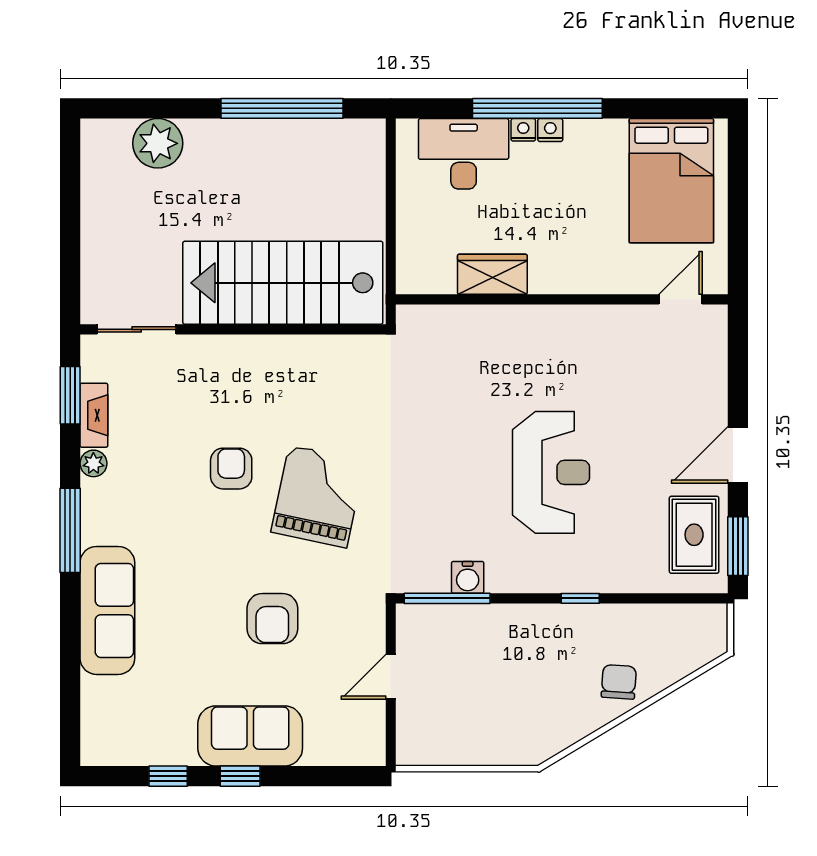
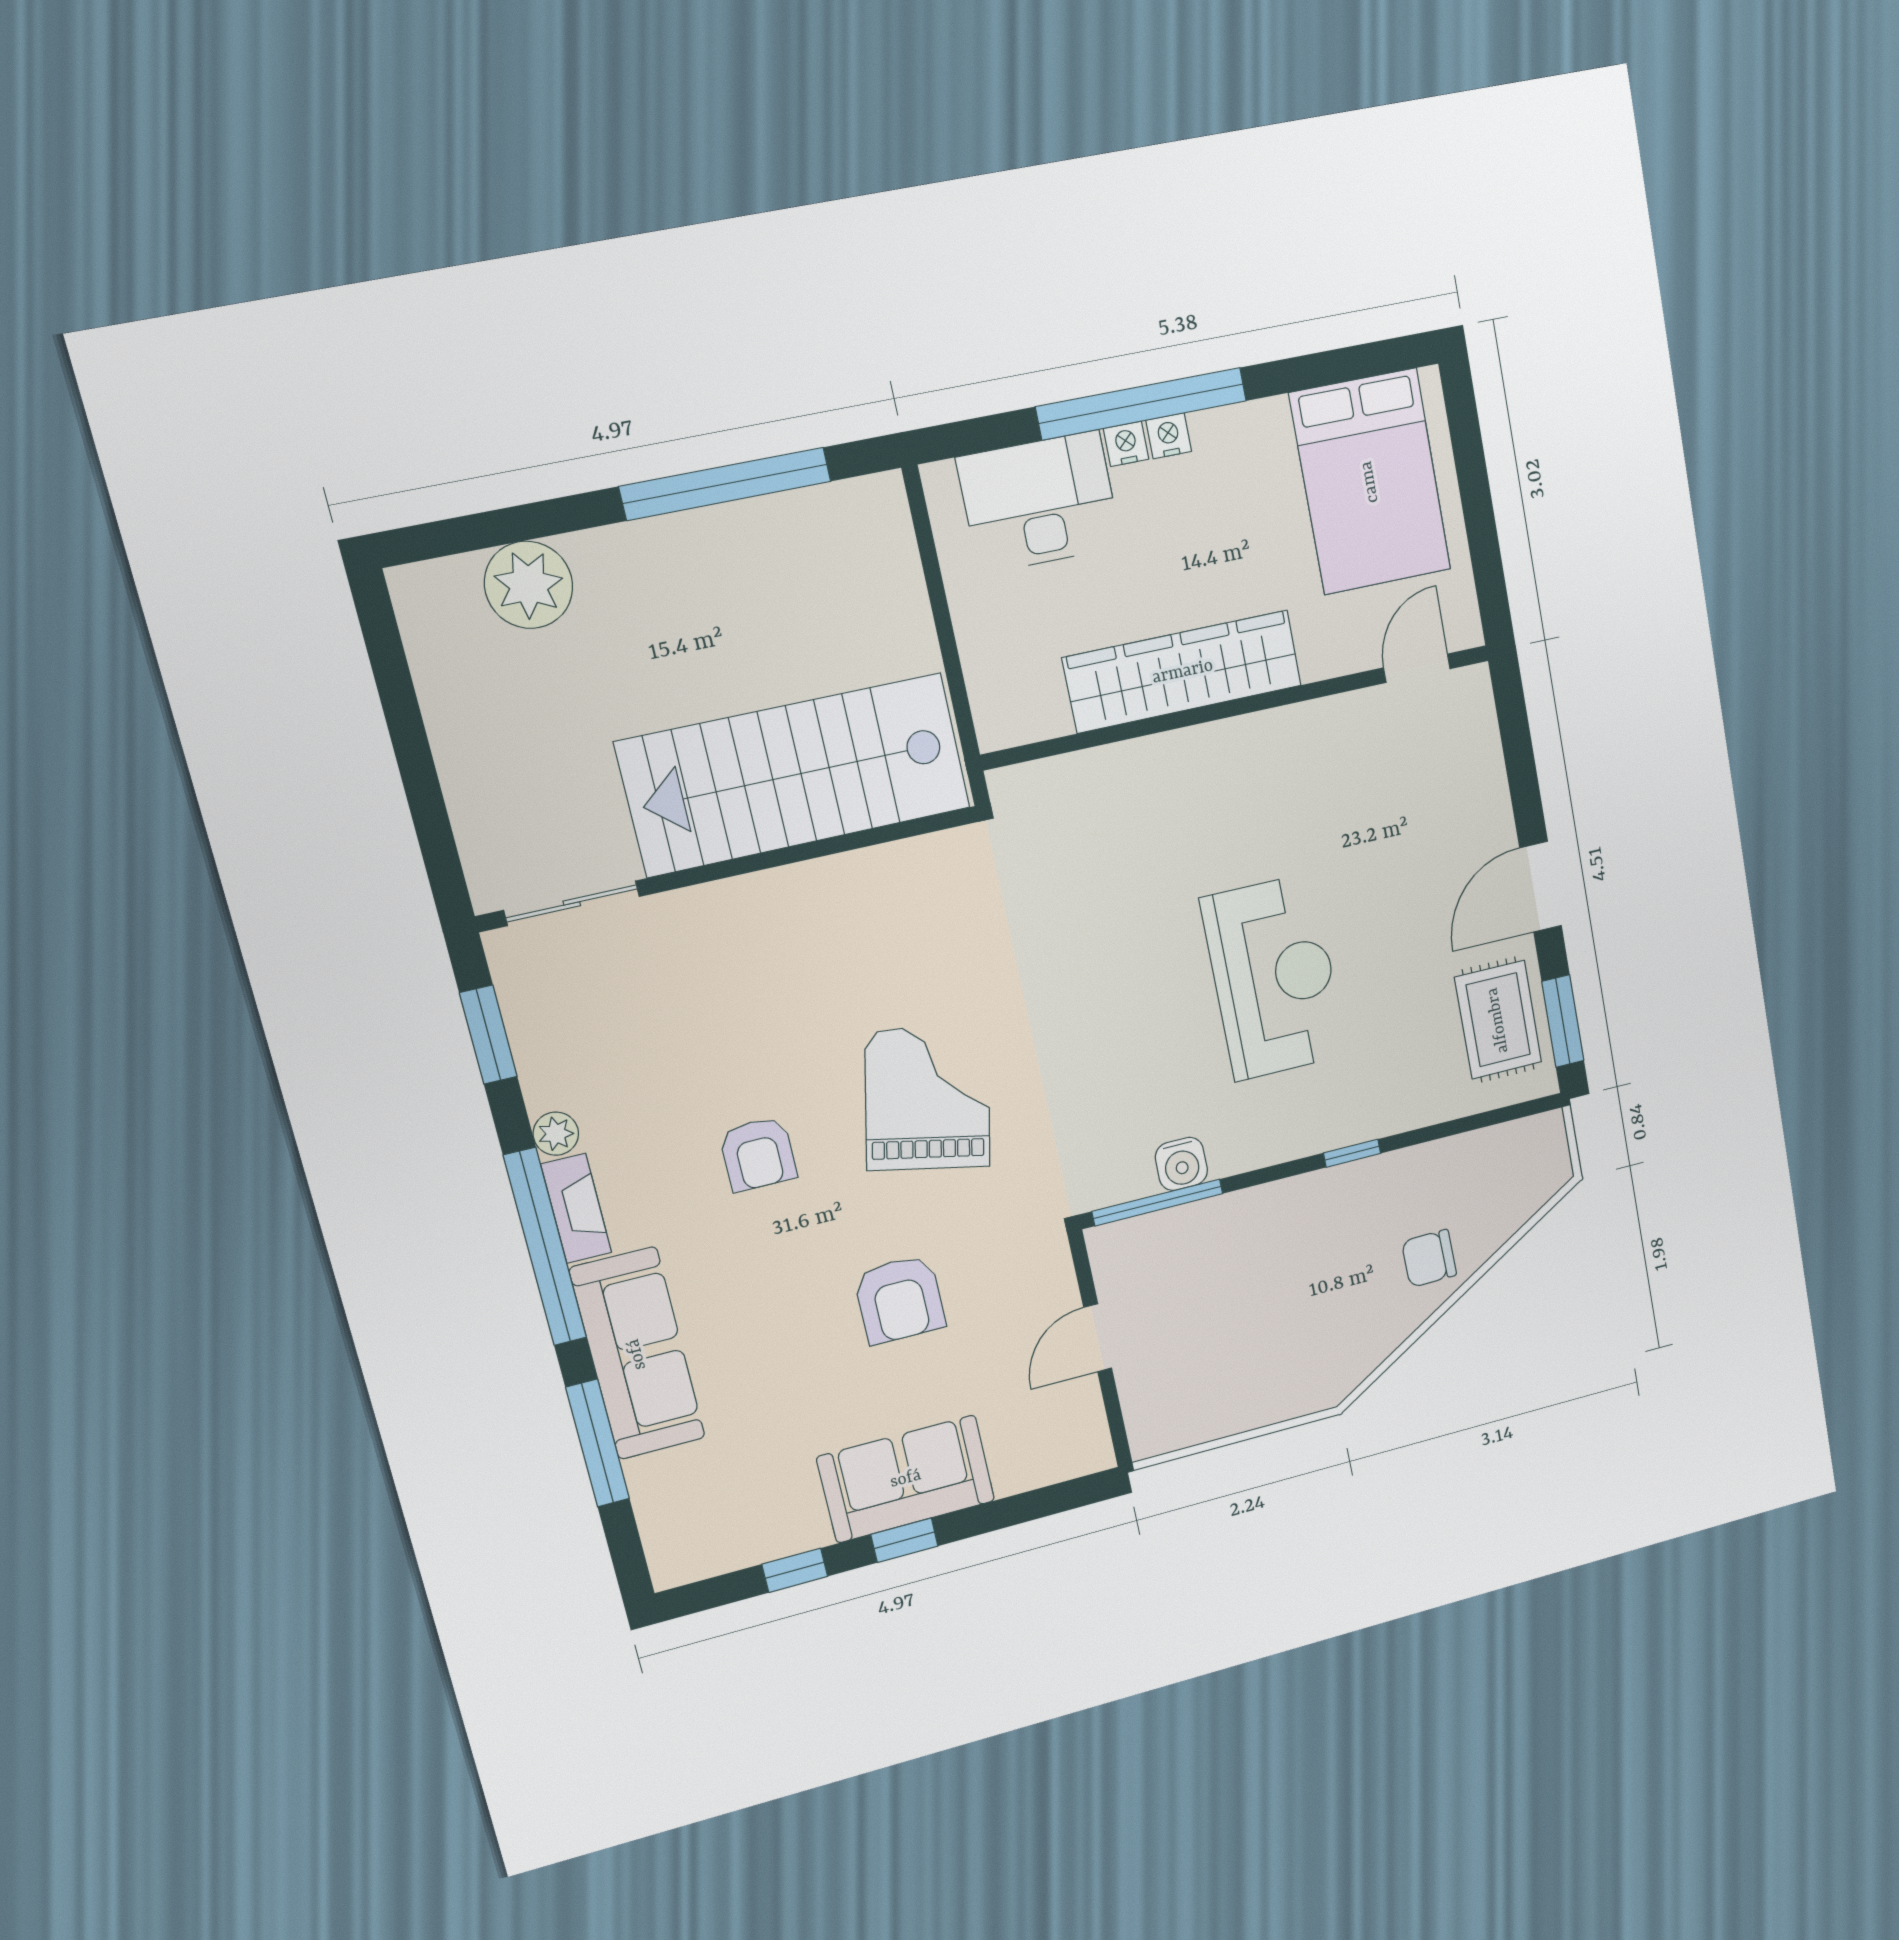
wardrobe: (492, 274) -> (1183, 672), width x2.10, depth x1.17
fireplace: (94, 415) -> (576, 1208), moved
armchair: (231, 469) -> (758, 1154), moved, turned 180
window: (70, 530) -> (545, 1247), width x1.46
window: (70, 660) -> (598, 1443), added
chair: (619, 682) -> (1429, 1258), turned -95

